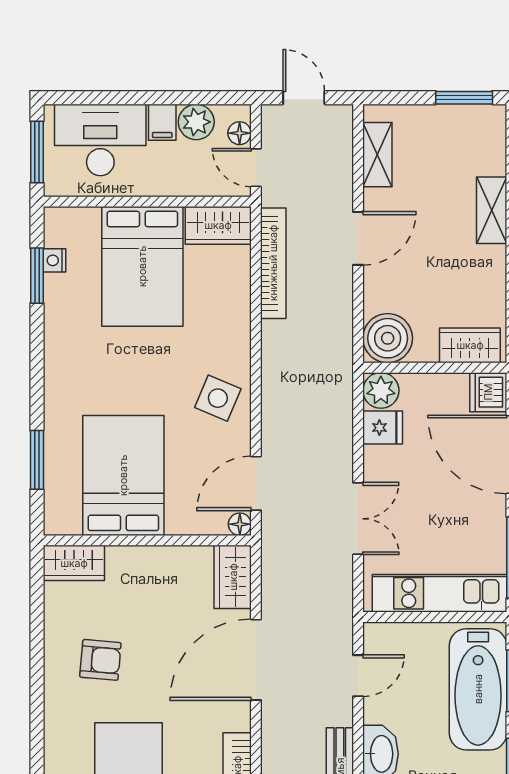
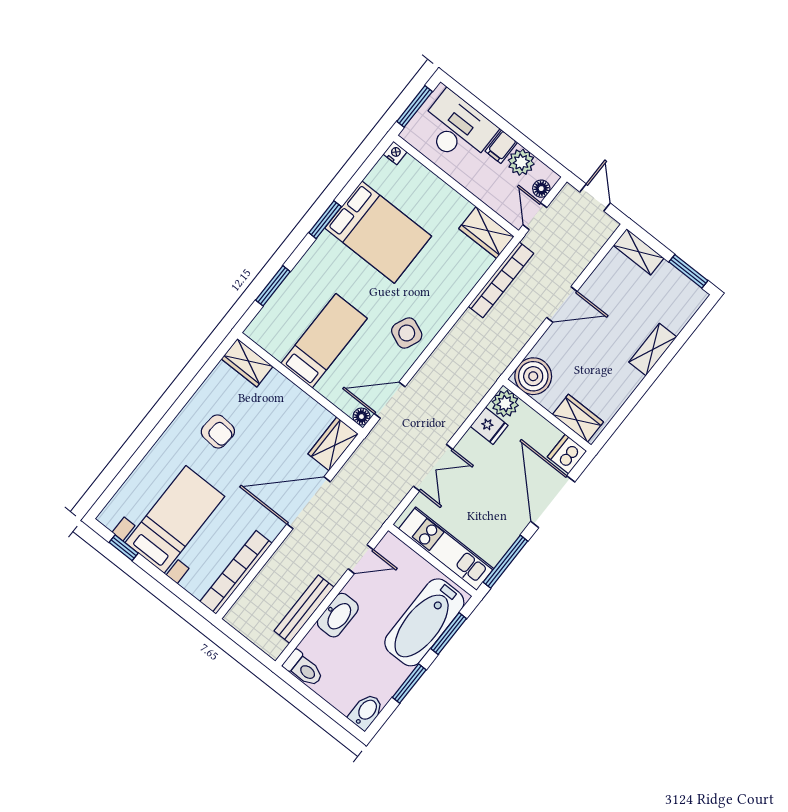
shelving: (377, 155) -> (639, 252), moved, turned 90
nightstand: (55, 260) -> (395, 153), moved, turned 90
bed: (142, 266) -> (378, 232), moved, turned -90
window: (37, 276) -> (325, 220), moved
bed: (123, 475) -> (324, 341), width x0.67

